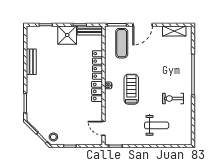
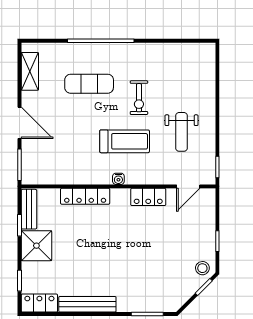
locker: (32, 37) -> (39, 303), added
exercise mat: (122, 43) -> (89, 84), moved
bench: (31, 62) -> (87, 304), width x1.36
treadmill: (131, 89) -> (125, 141), turned 180
locker: (97, 92) -> (148, 197), moved
exercise bike: (173, 99) -> (139, 98), moved
weight bench: (157, 125) -> (182, 132), moved, turned 180

